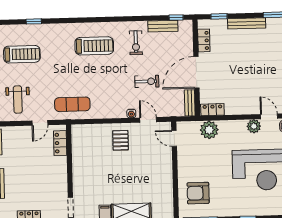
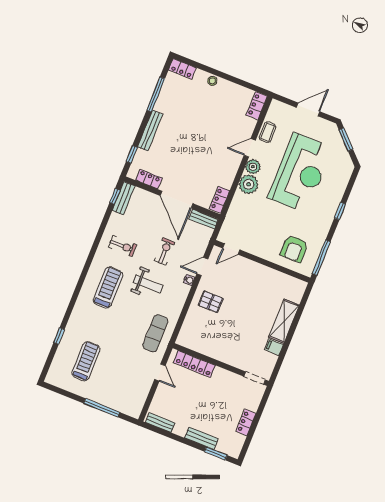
bench: (163, 26) -> (124, 198), moved
weight bench: (18, 99) -> (148, 284), moved
plant: (209, 130) -> (249, 184), moved
locker: (60, 143) -> (194, 364), width x1.53

